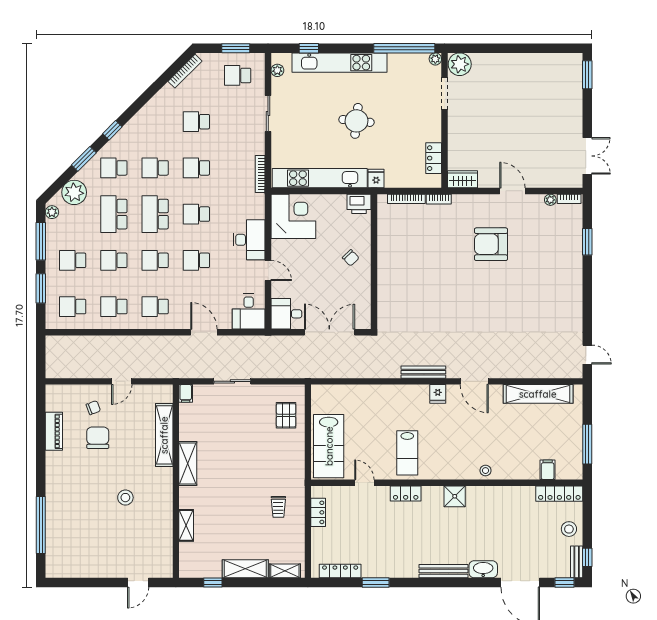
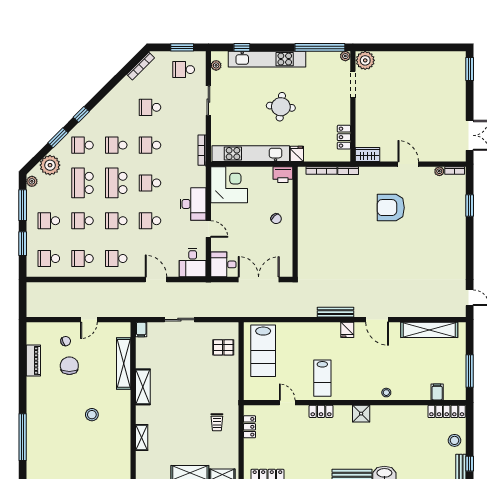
pallet: (286, 415) -> (223, 347), turned 90
lab bench: (329, 446) -> (263, 351), moved

